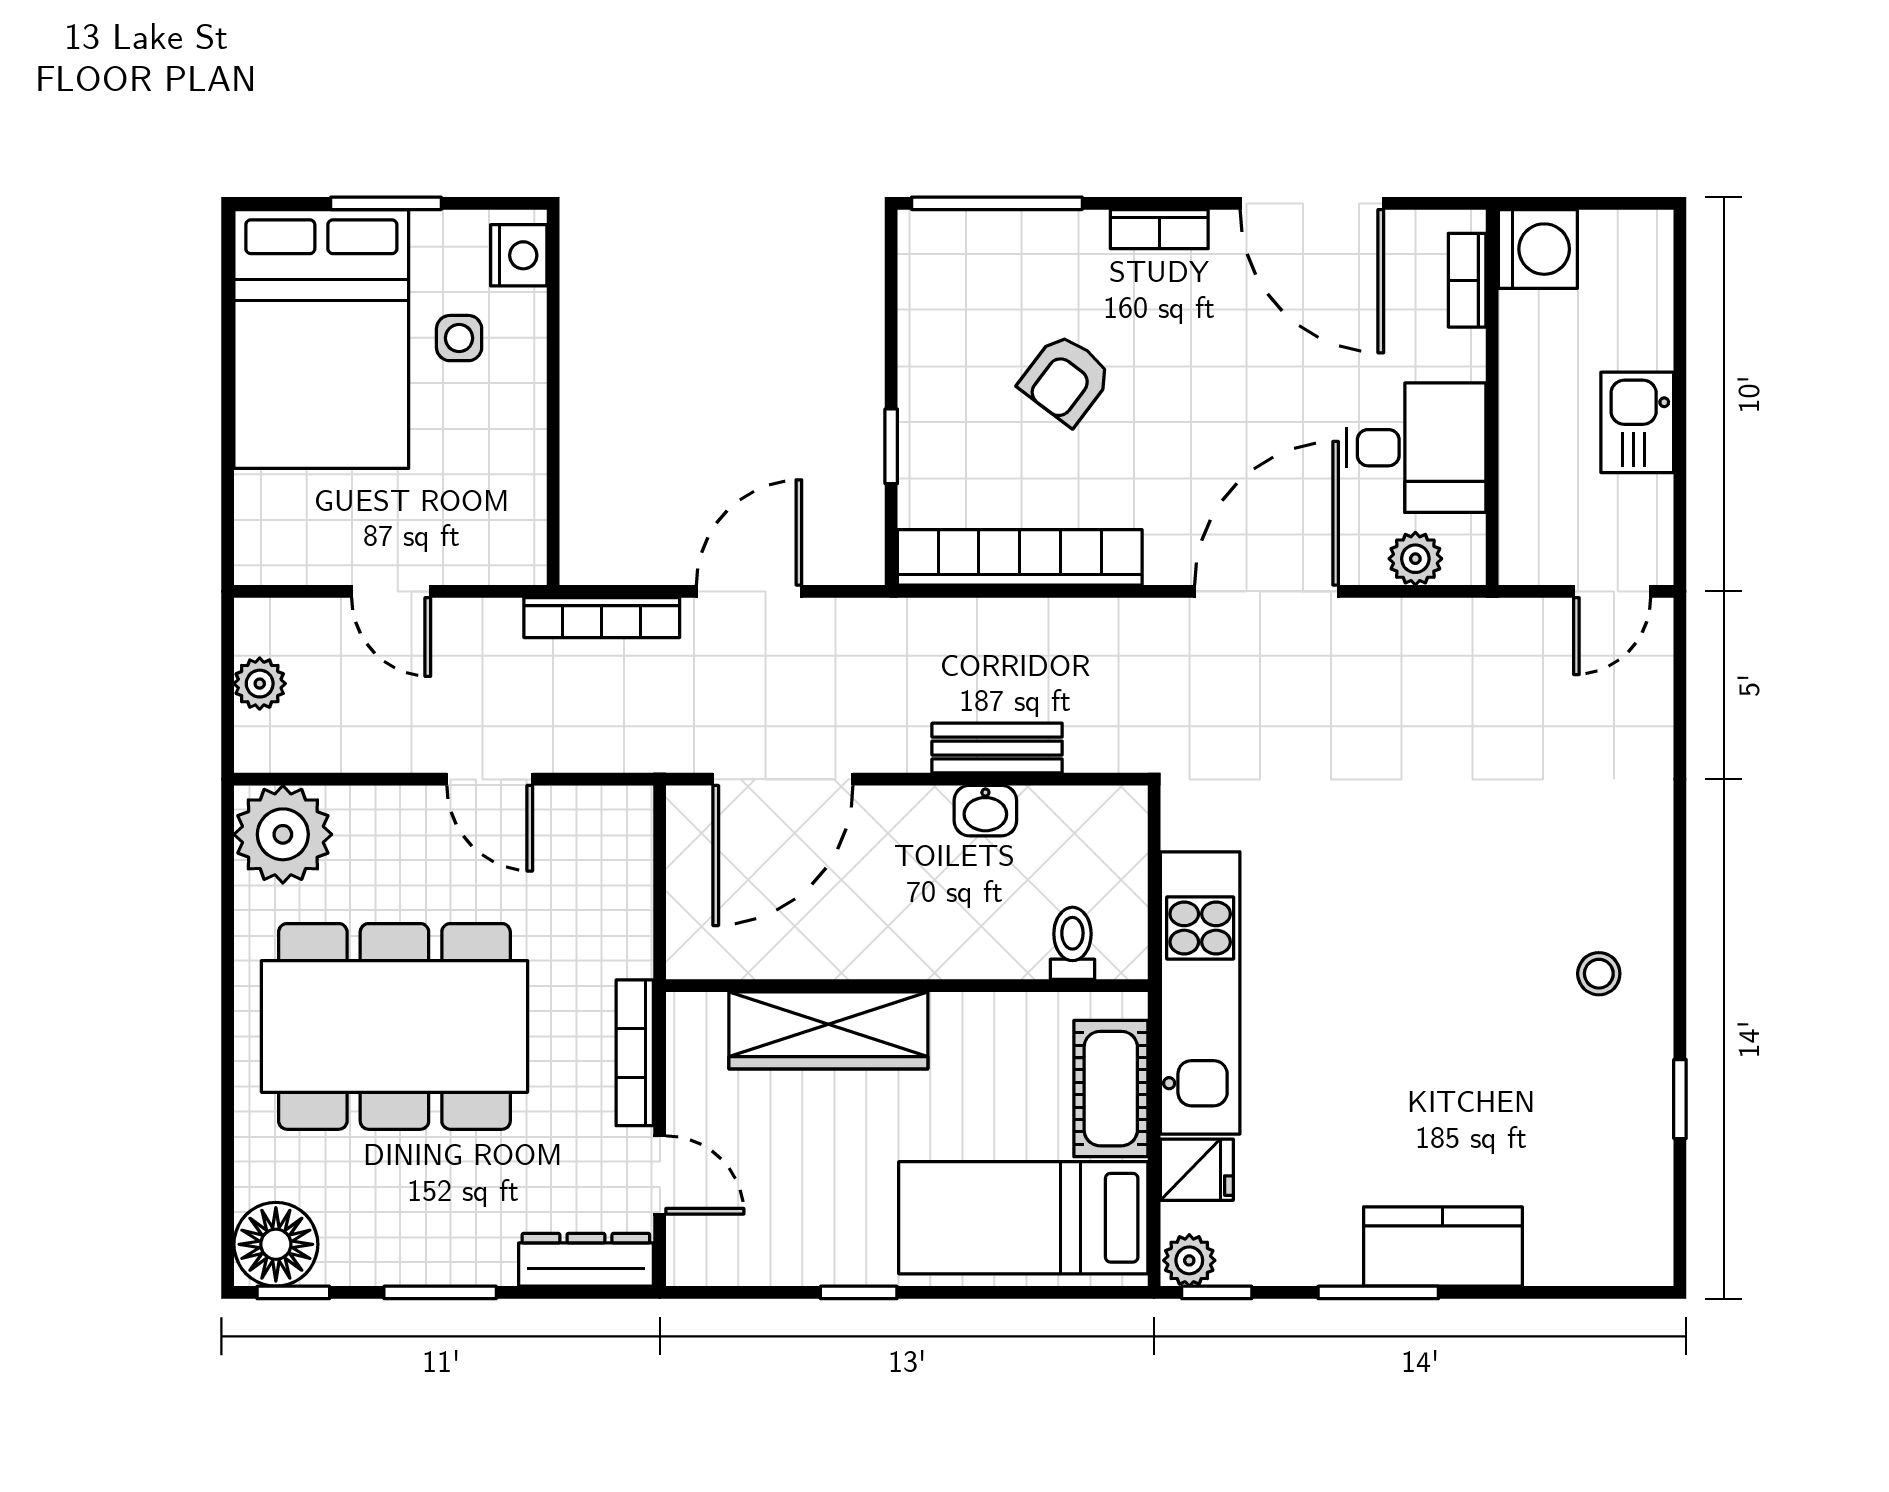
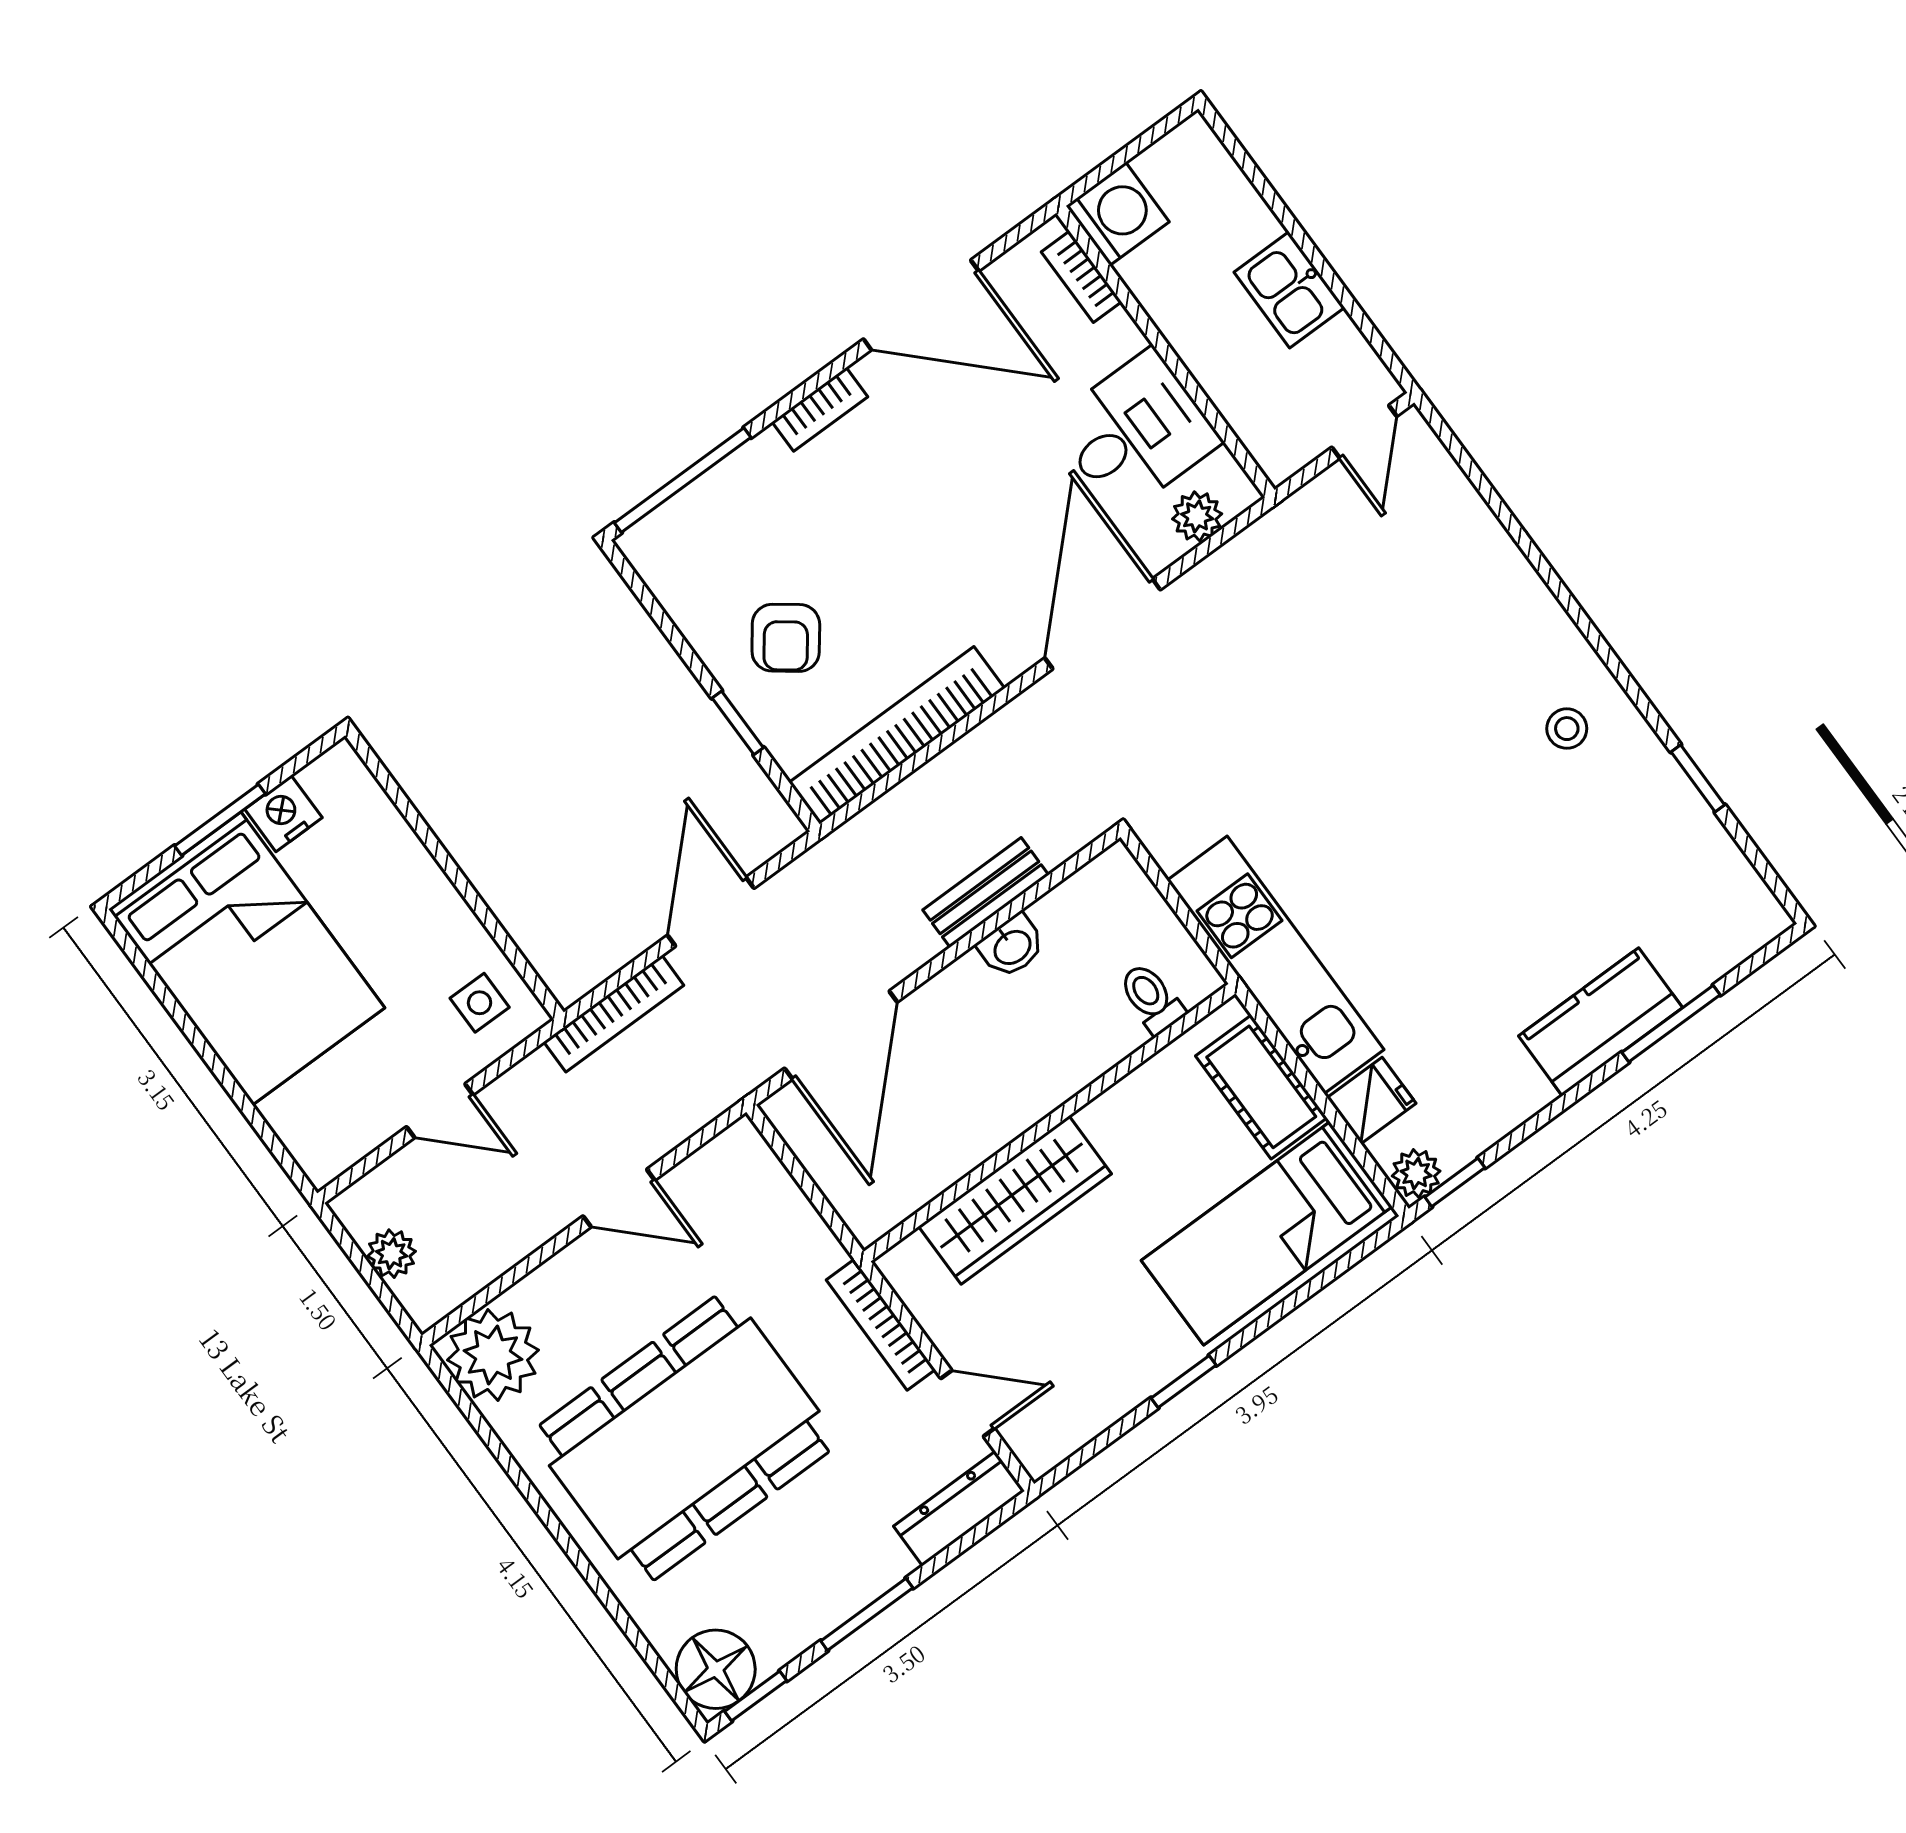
nightstand: (519, 255) -> (283, 813), moved, turned -90
side table: (459, 338) -> (480, 1003), moved
armchair: (1066, 379) -> (786, 638), moved
window: (1378, 1292) -> (1671, 1024), moved

